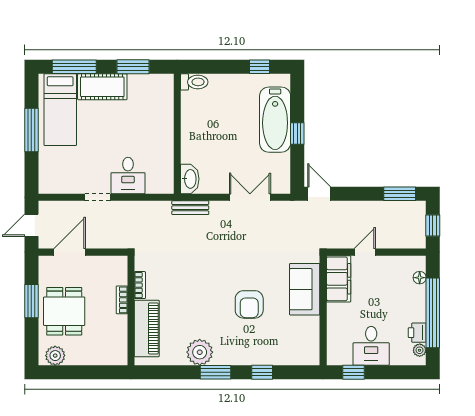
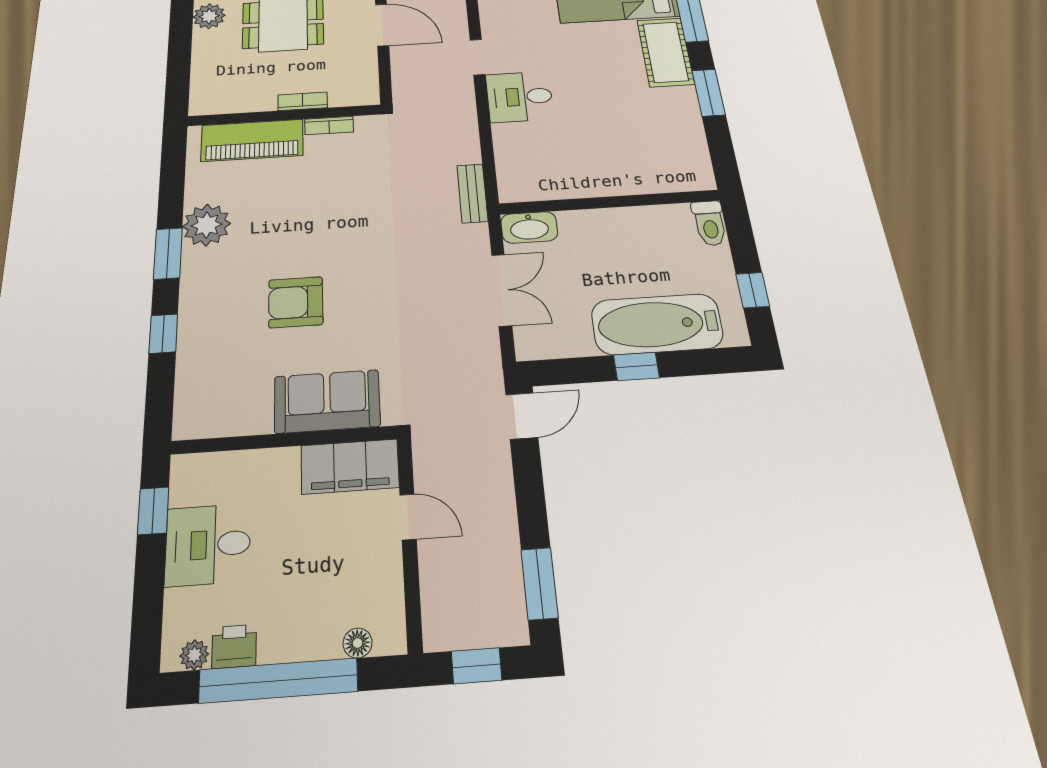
toilet: (194, 82) -> (710, 223), moved
wall: (177, 134) -> (610, 202), moved
washbasin: (190, 179) -> (529, 227), moved

